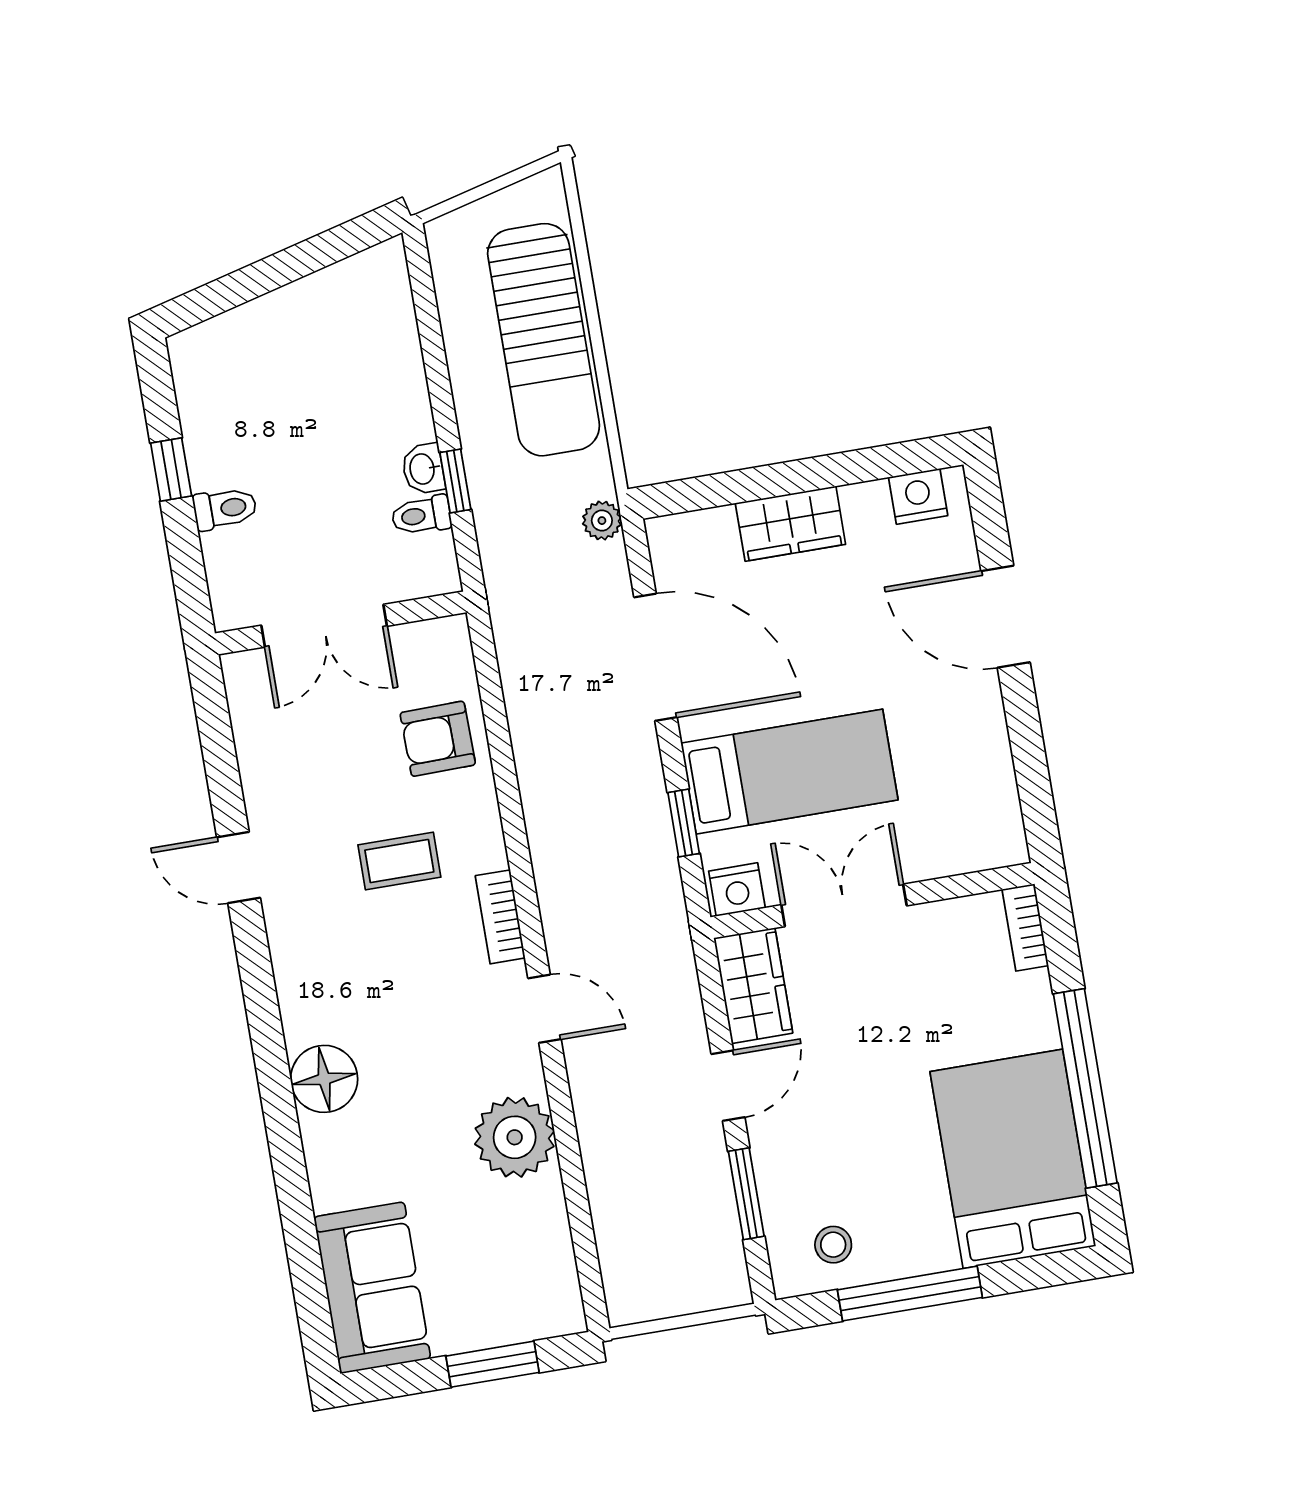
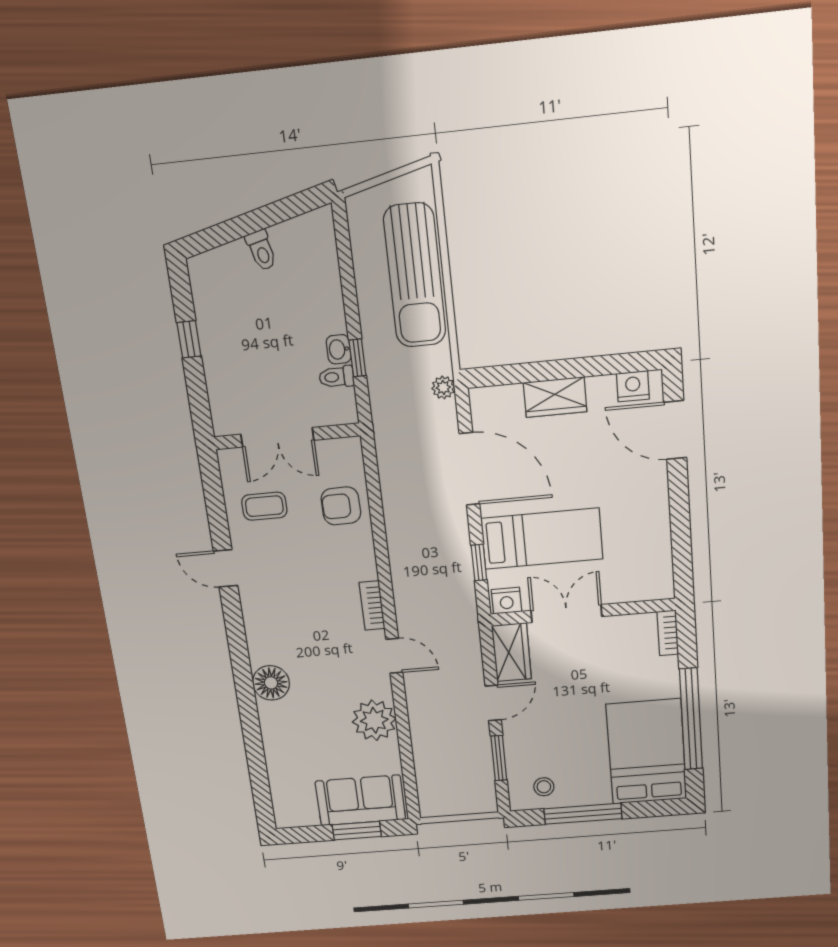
toilet: (225, 509) -> (261, 250), moved, turned 76
door: (1006, 617) -> (675, 430), moved
coffee table: (399, 861) -> (264, 506), moved
sofa: (372, 1288) -> (360, 800), moved, turned -90

